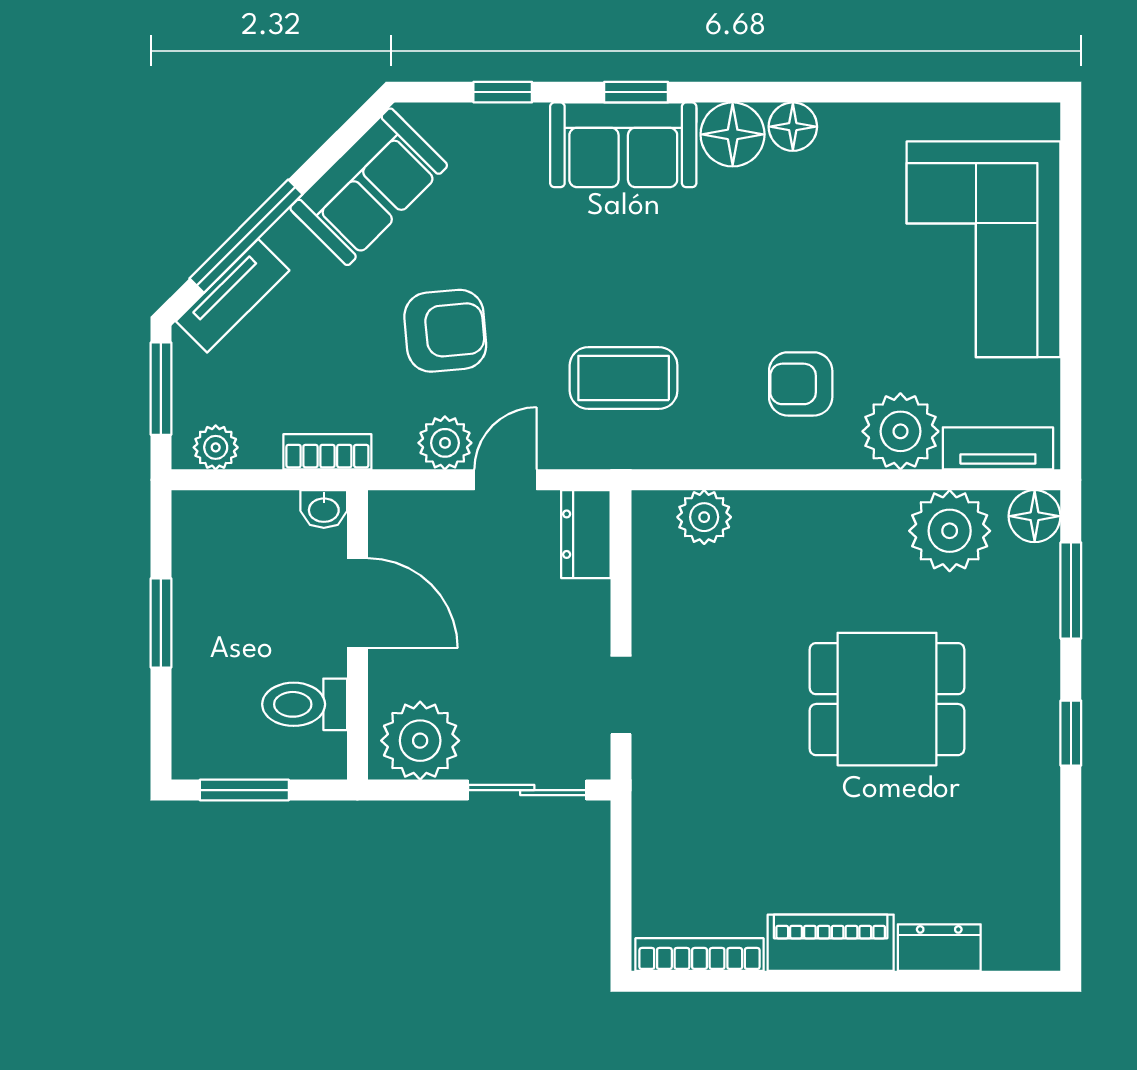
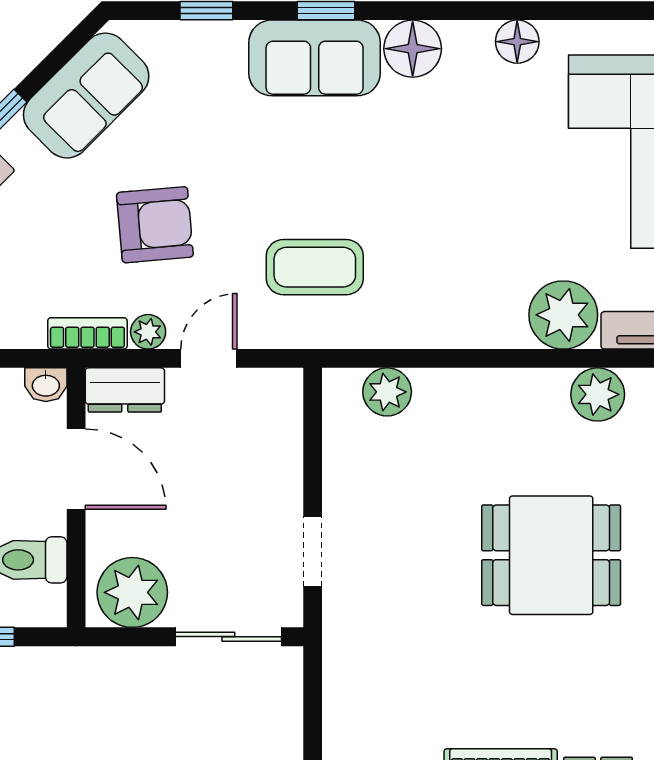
floor lamp: (793, 127) -> (517, 42), moved
armchair: (801, 384) -> (474, 272), removed
plant: (445, 443) -> (148, 332), width x0.73, depth x0.73
bookcase: (327, 452) -> (87, 333), moved
plant: (950, 531) -> (598, 394), width x0.73, depth x0.73
dresser: (586, 534) -> (125, 390), moved, turned -90

